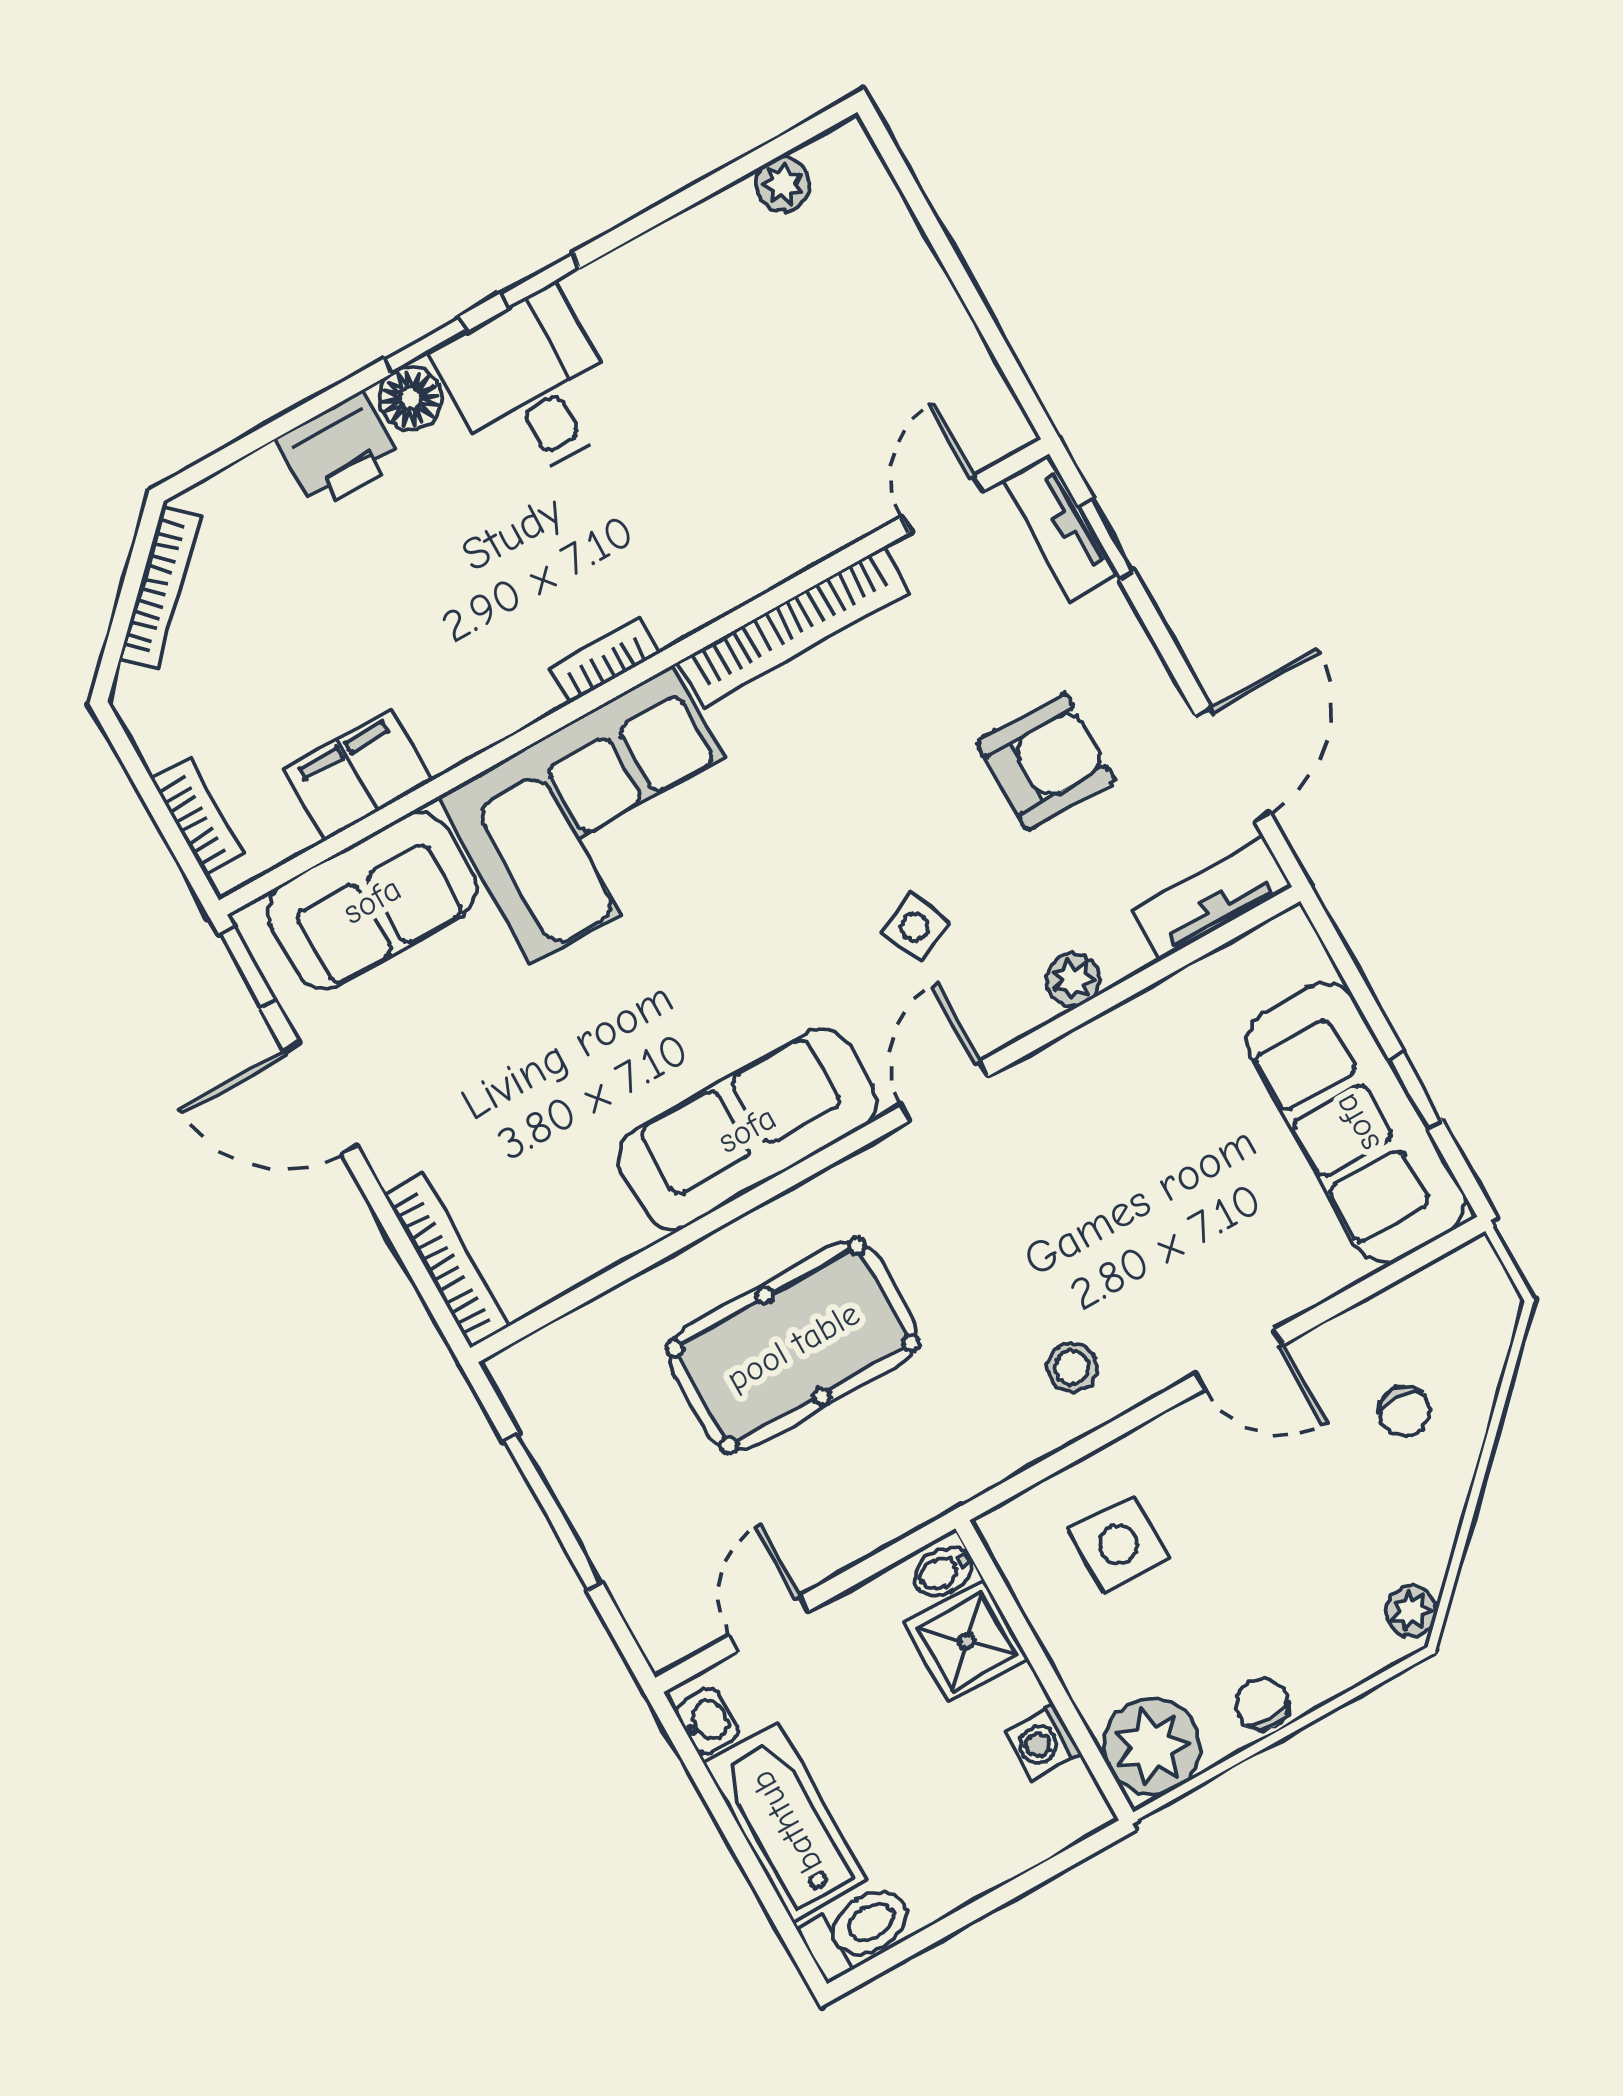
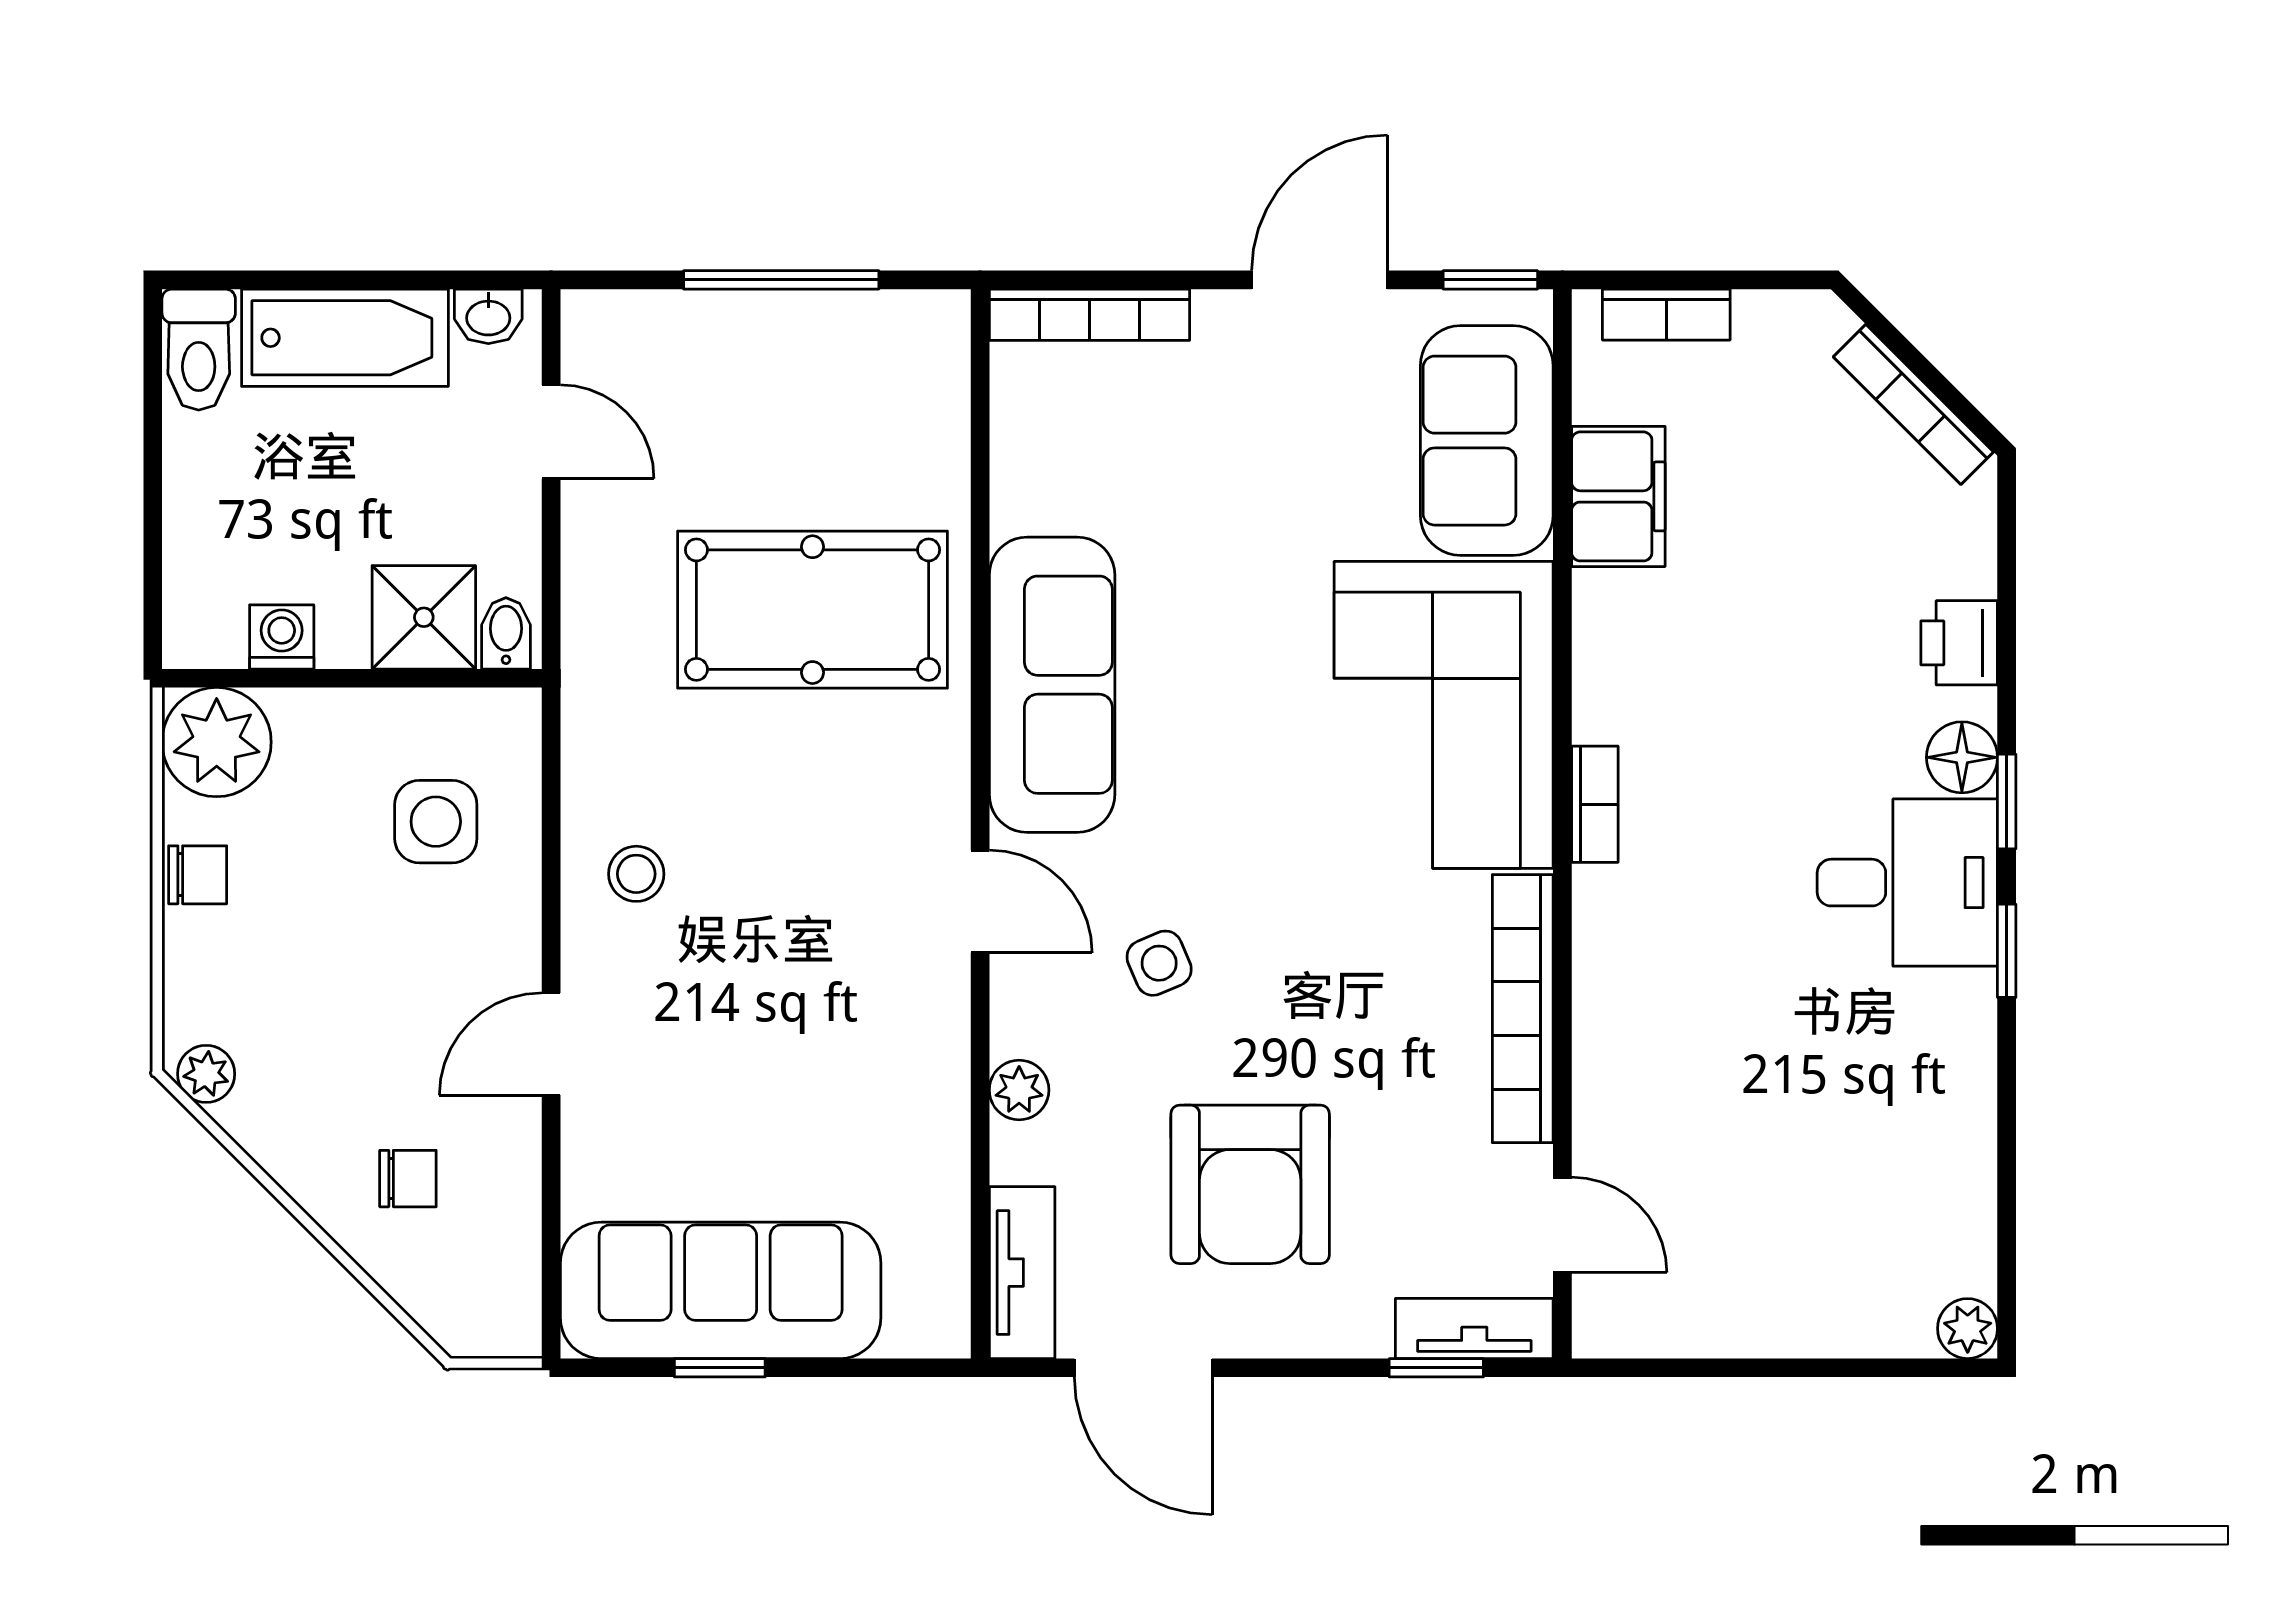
plant: (783, 184) -> (1968, 1329), moved
printer: (340, 450) -> (1959, 643), width x0.73, depth x0.81
armchair: (1046, 761) -> (1250, 1184), width x1.36, depth x1.36
pool table: (793, 1346) -> (812, 610), turned 90
chair: (1405, 1411) -> (408, 1179), turned 180

